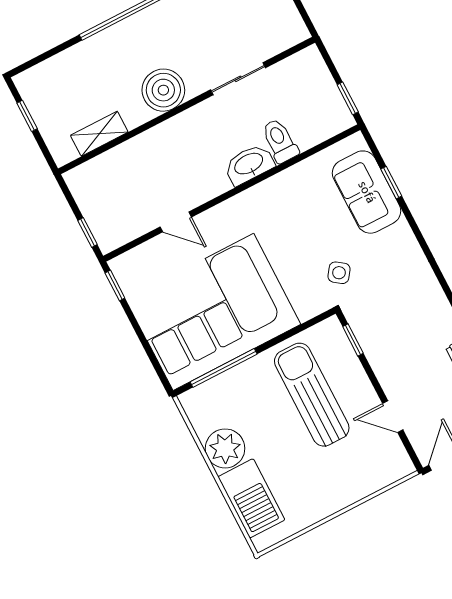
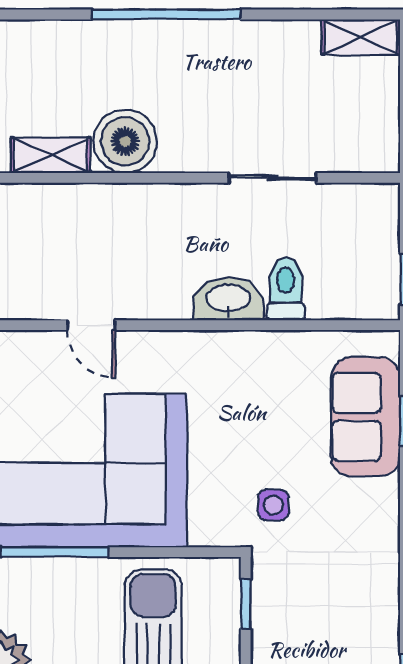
boiler: (163, 90) -> (125, 141), moved
side table: (339, 273) -> (273, 505), turned -36

